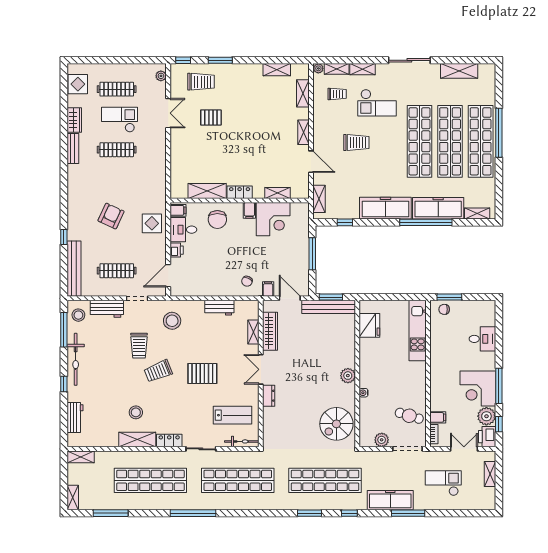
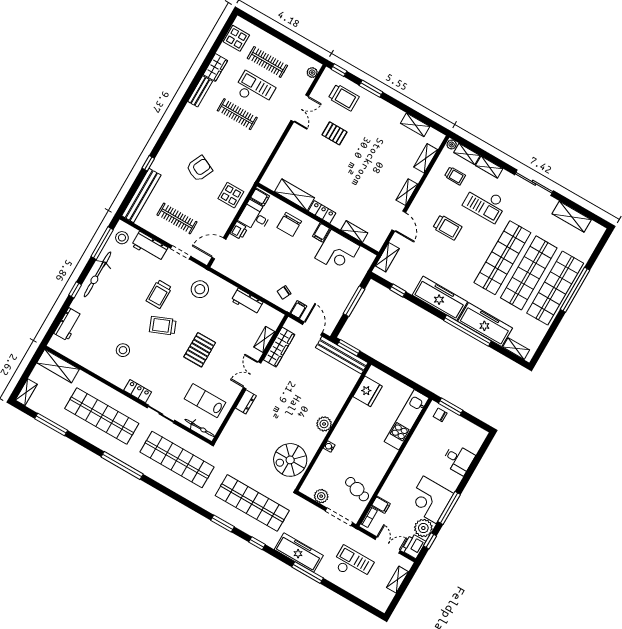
pallet: (202, 374) -> (200, 350), turned 90
lab bench: (233, 415) -> (205, 401), turned 180
shelving: (137, 440) -> (111, 374), removed
shelving: (81, 457) -> (58, 366), width x1.50, depth x1.33

